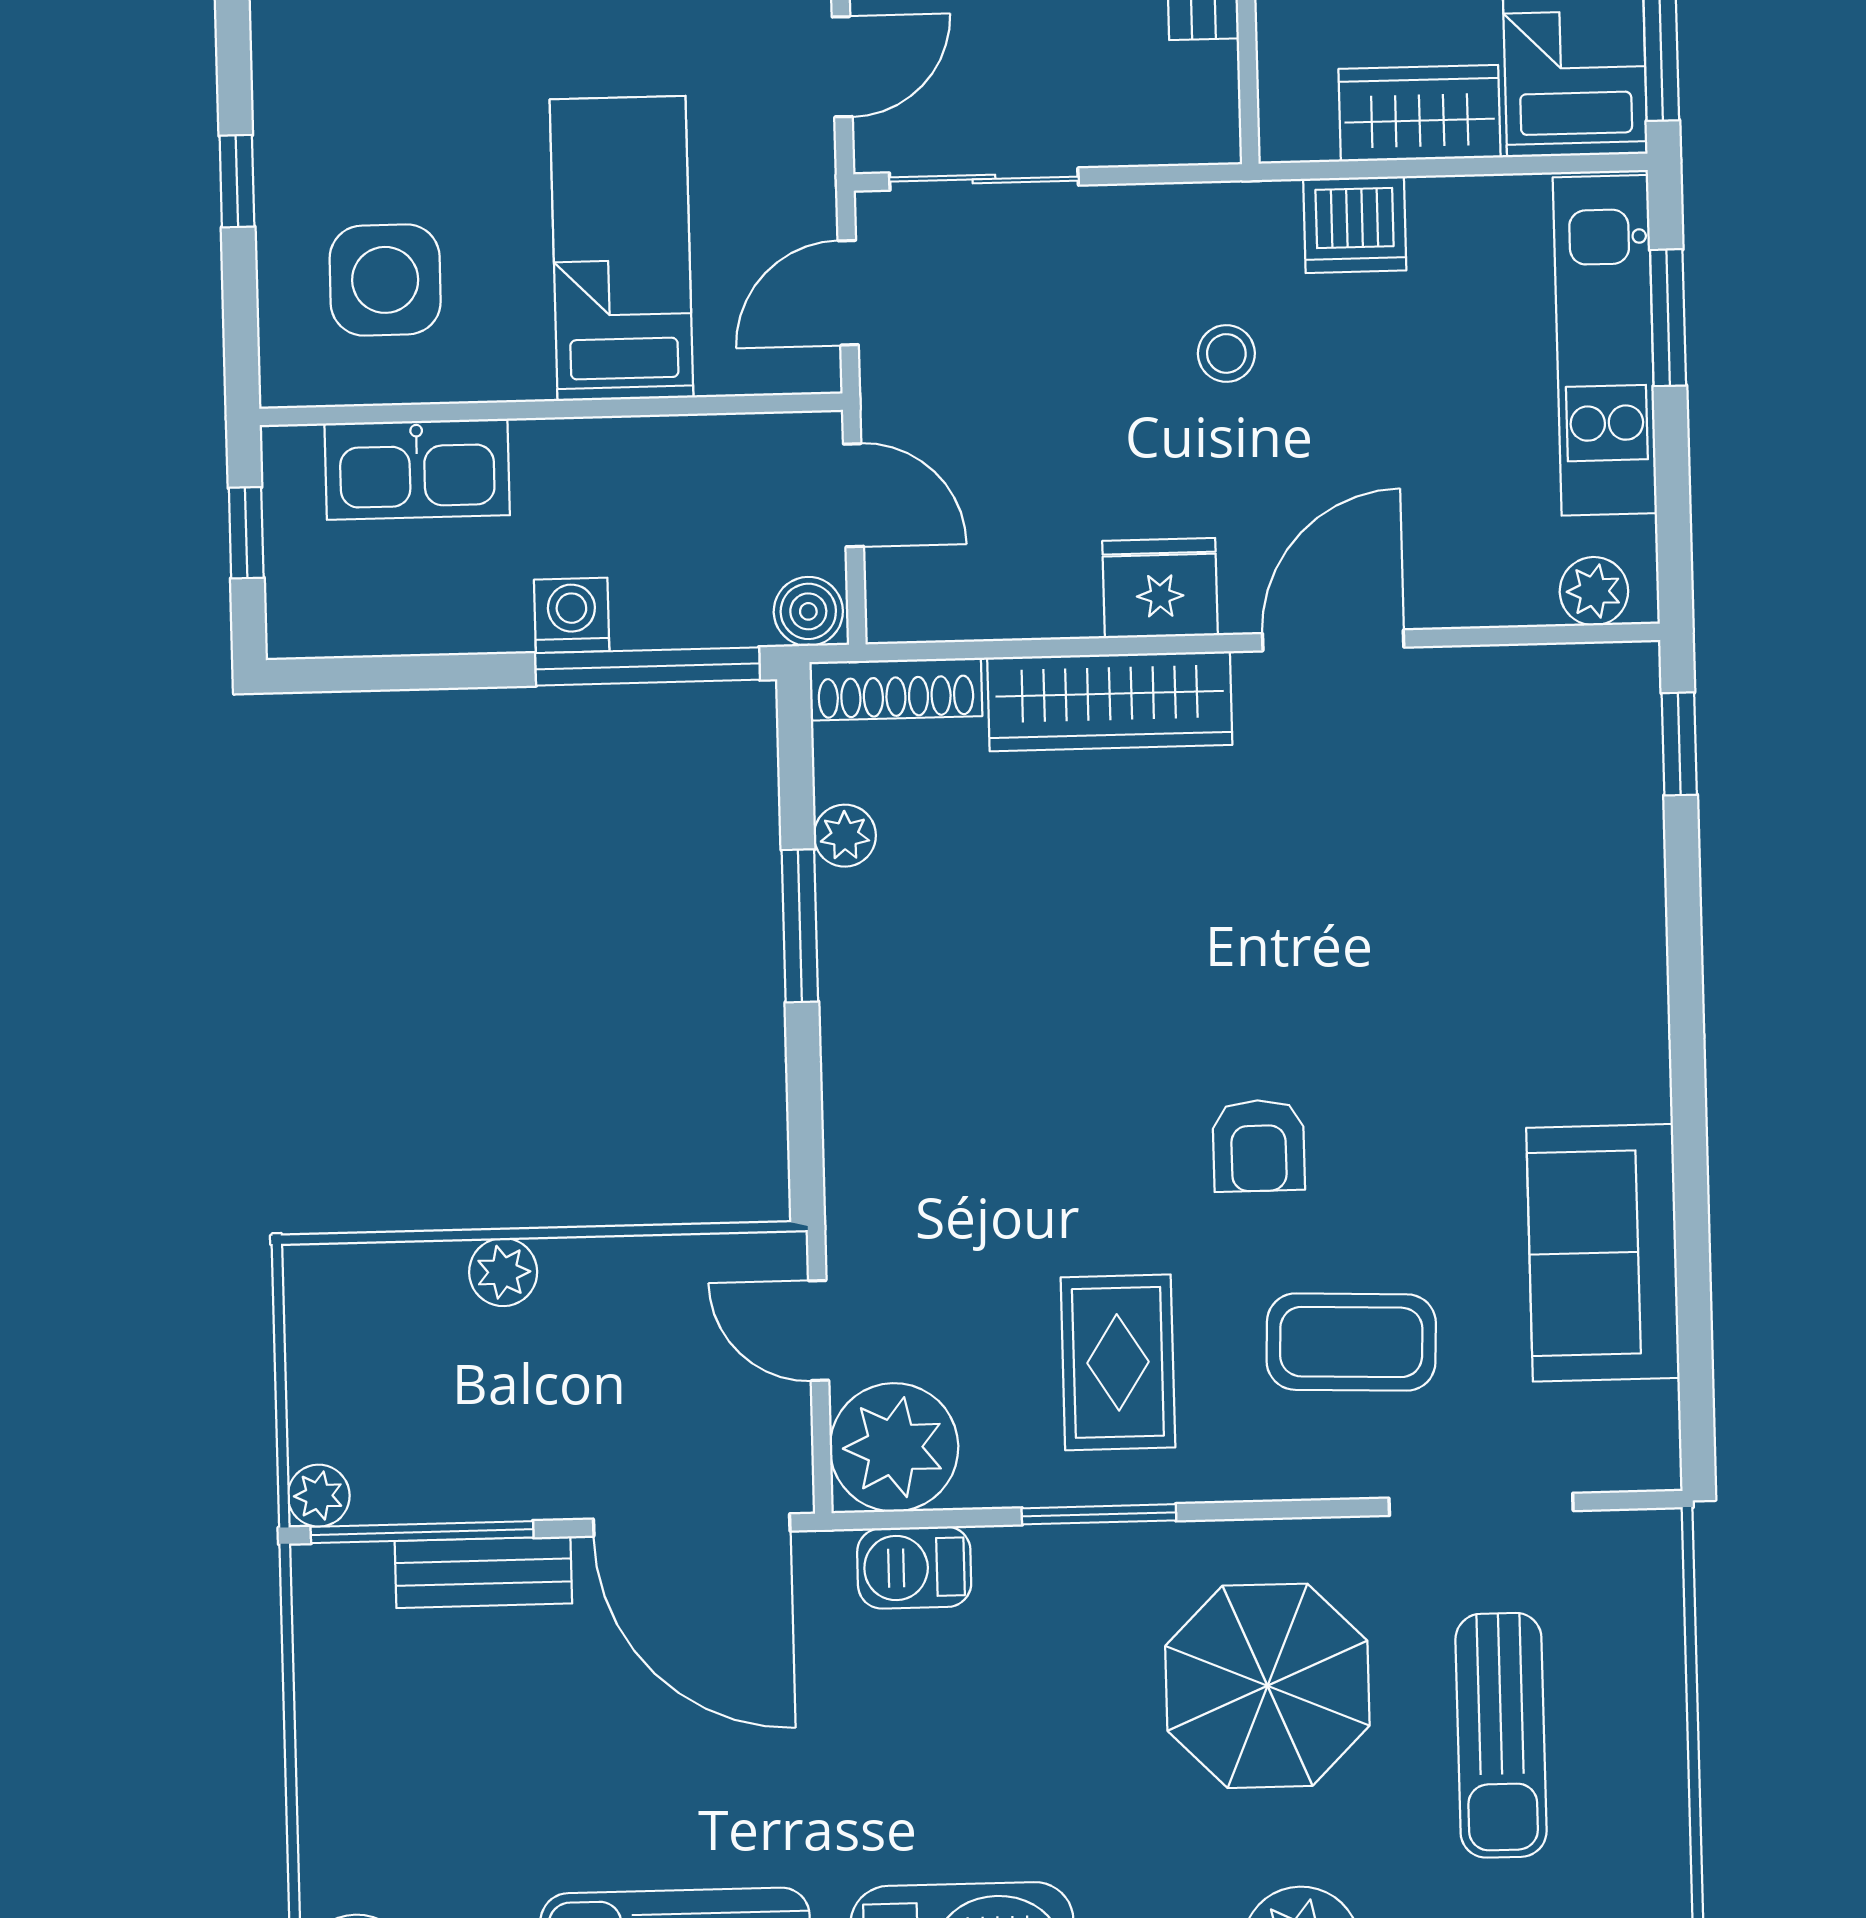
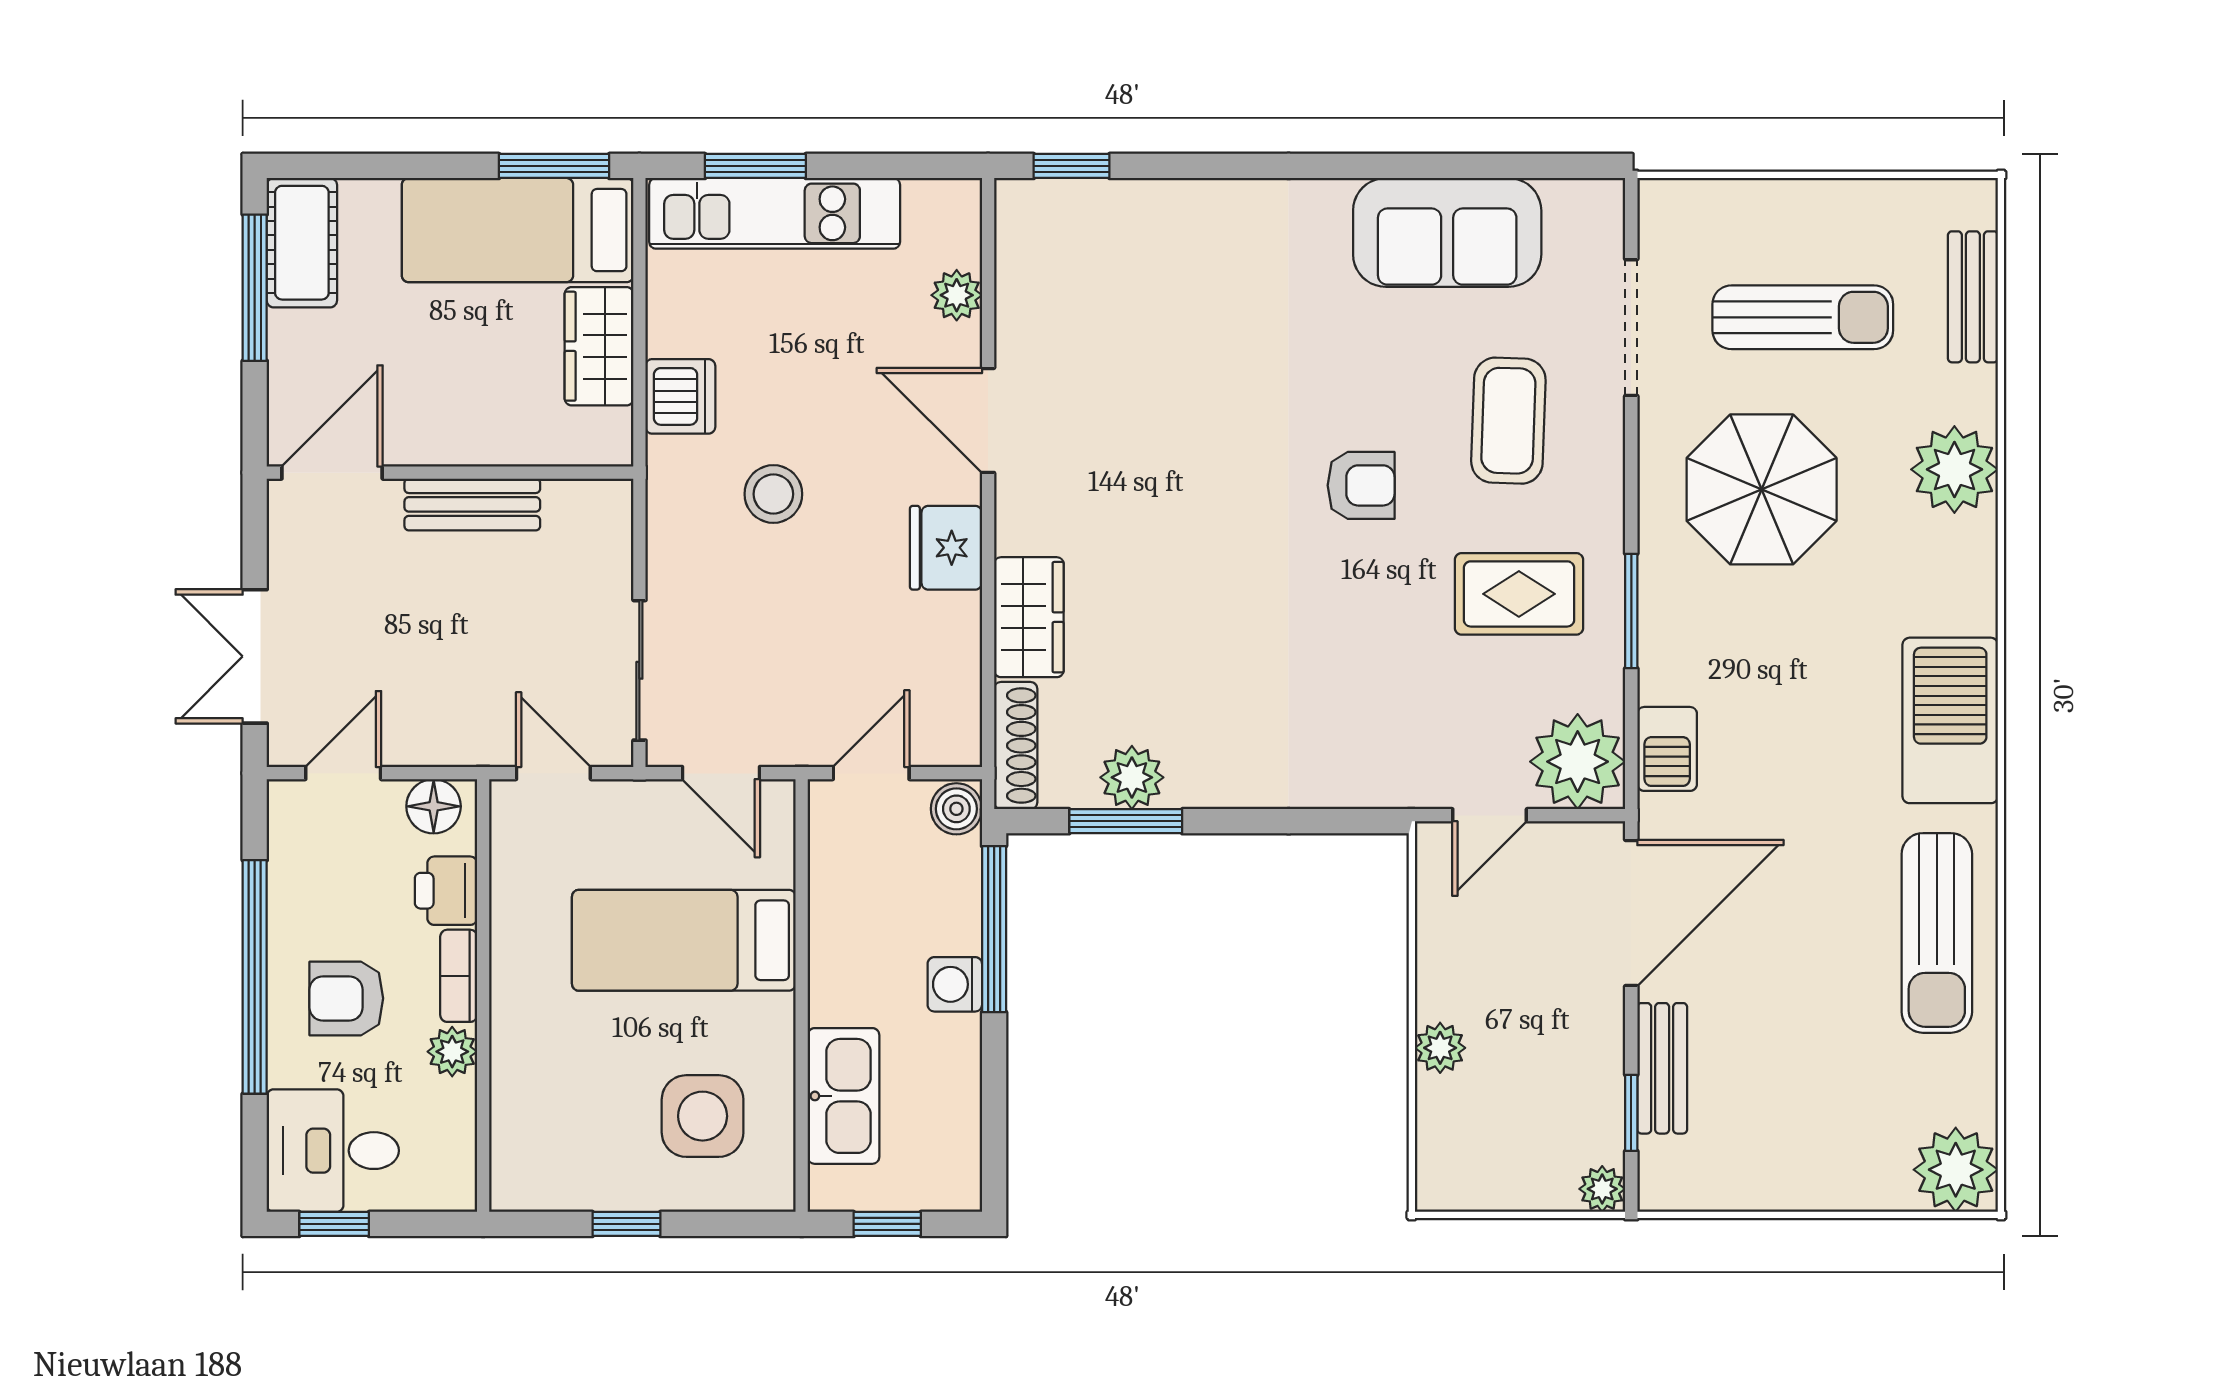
stool: (1226, 353) -> (773, 494), width x1.37, depth x1.37
plant: (1594, 591) -> (957, 295), moved
wardrobe: (1110, 701) -> (1029, 617), width x0.67
plant: (845, 836) -> (1132, 777), width x1.38, depth x1.38
window: (800, 926) -> (1126, 821), moved
window: (422, 1532) -> (1631, 1113), width x0.46

